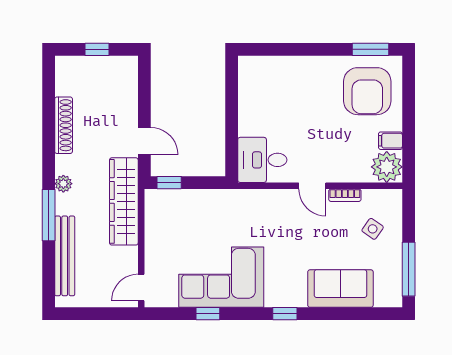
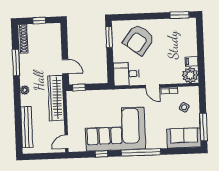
window: (232, 87) -> (109, 37), added
armchair: (367, 91) -> (139, 40), moved, turned 37
shoe rack: (64, 125) -> (23, 39), moved
window: (49, 215) -> (16, 62), moved
corner sofa: (221, 277) -> (115, 129), width x1.36, depth x1.36
sofa: (340, 289) -> (184, 138), moved
window: (285, 314) -> (141, 152), width x3.17

